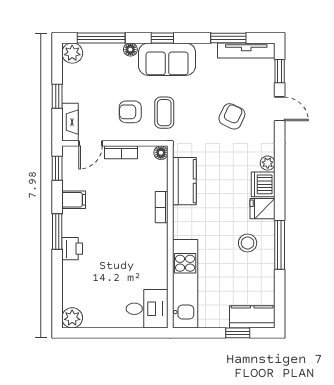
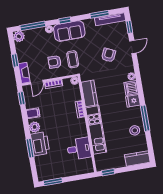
door: (280, 109) -> (133, 47), hinge flipped
window: (57, 231) -> (30, 148), moved
stool: (248, 243) -> (135, 130), moved
printer: (72, 249) -> (40, 144), width x1.87, depth x1.48
kitchen unit: (185, 284) -> (96, 130), moved
desk: (147, 309) -> (79, 149), moved
plant: (72, 318) -> (35, 127), moved
window: (89, 333) -> (53, 182), added
window: (238, 333) -> (108, 172), moved

